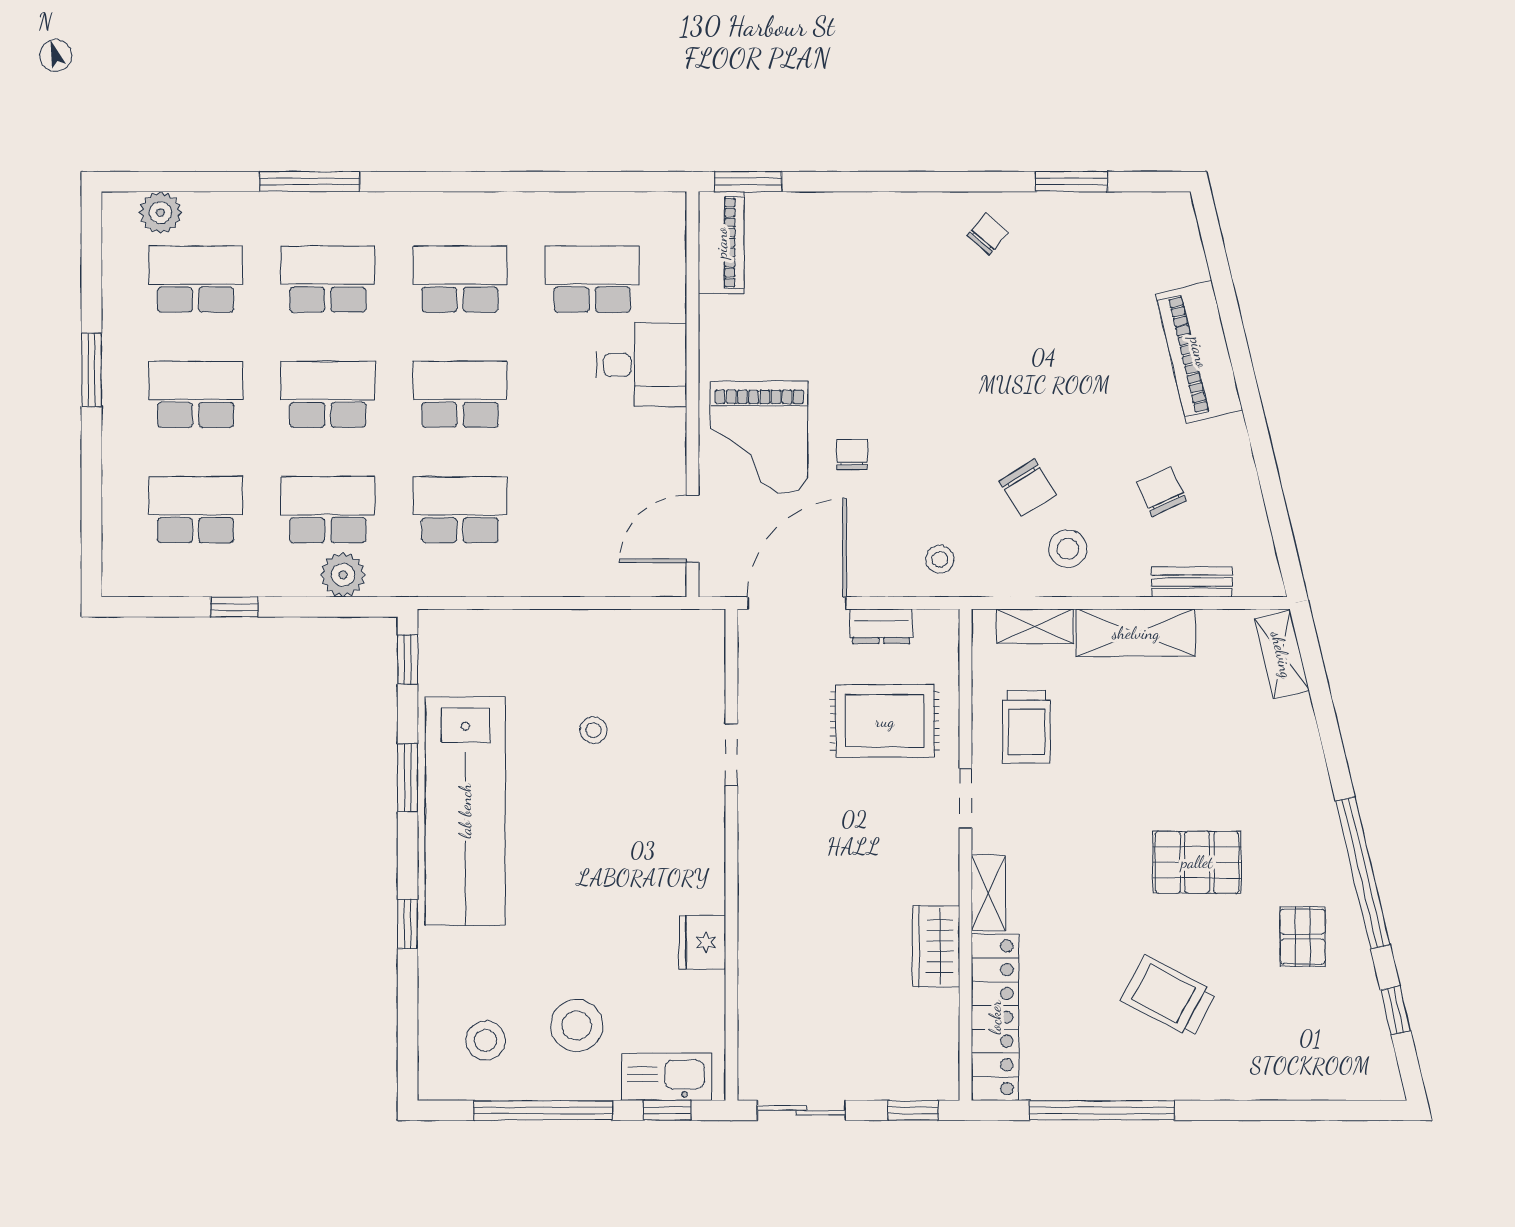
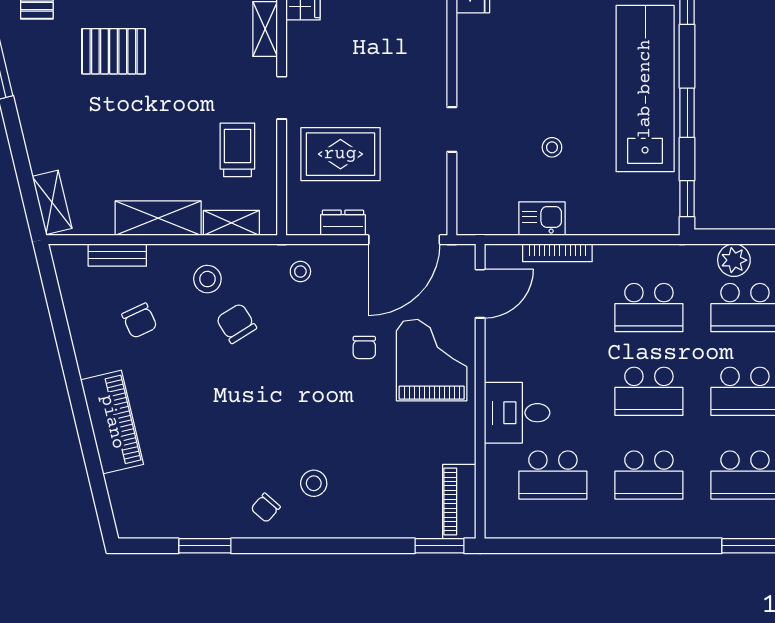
stool: (921, 268) -> (314, 483), added
bookcase: (586, 585) -> (557, 253), added
kitchen sink: (607, 632) -> (542, 219), added

